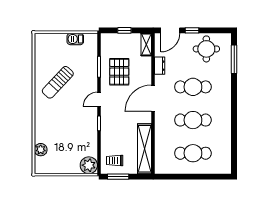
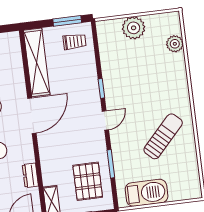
barbecue: (75, 39) -> (147, 193), width x1.88, depth x1.53
pallet: (119, 72) -> (88, 181), moved
door: (153, 98) -> (32, 116), moved
plant: (89, 165) -> (134, 28), moved

